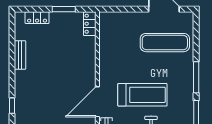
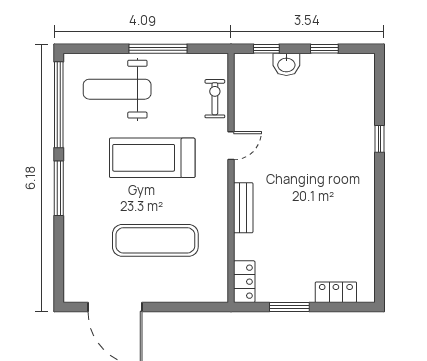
exercise mat: (165, 43) -> (155, 240), moved
bench: (20, 55) -> (243, 208), moved
door: (97, 102) -> (231, 146), width x0.53

